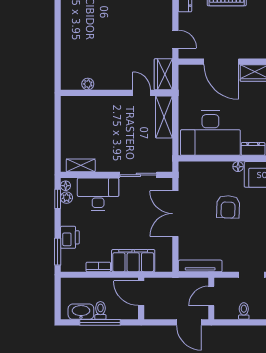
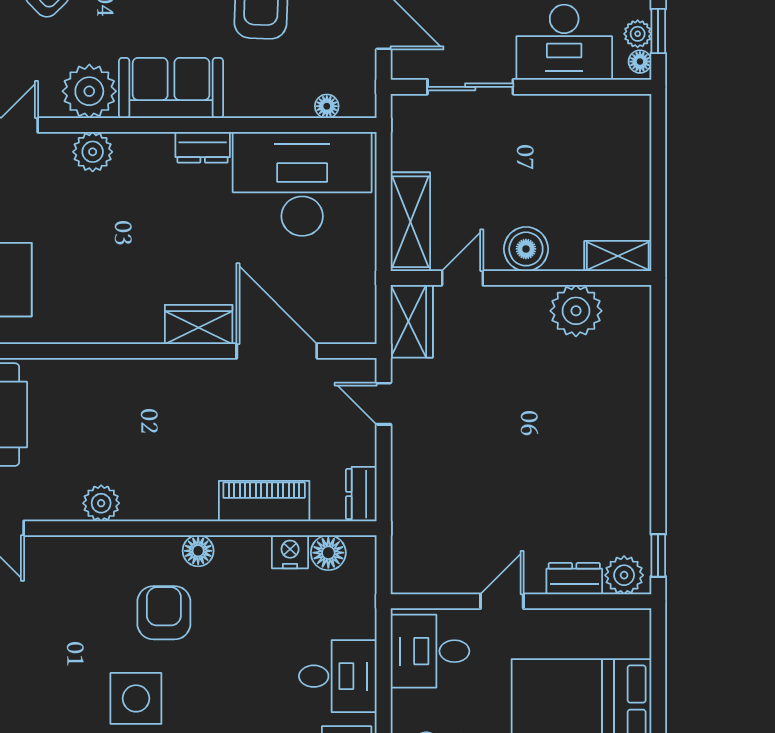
plant: (88, 84) -> (576, 311), width x1.88, depth x1.88
door: (142, 93) -> (462, 278), swing flipped
boiler: (114, 105) -> (526, 249), added
shelving: (81, 165) -> (618, 256), moved
floor lamp: (238, 167) -> (327, 106), moved

